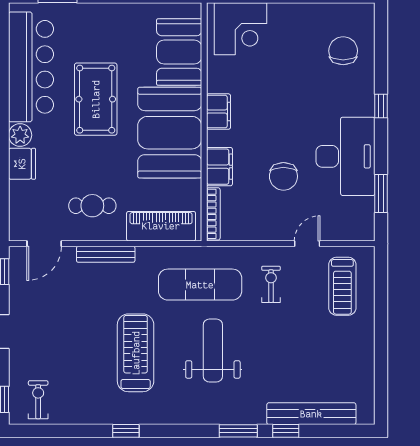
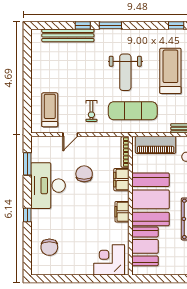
treadmill: (136, 353) -> (170, 71), turned 180

